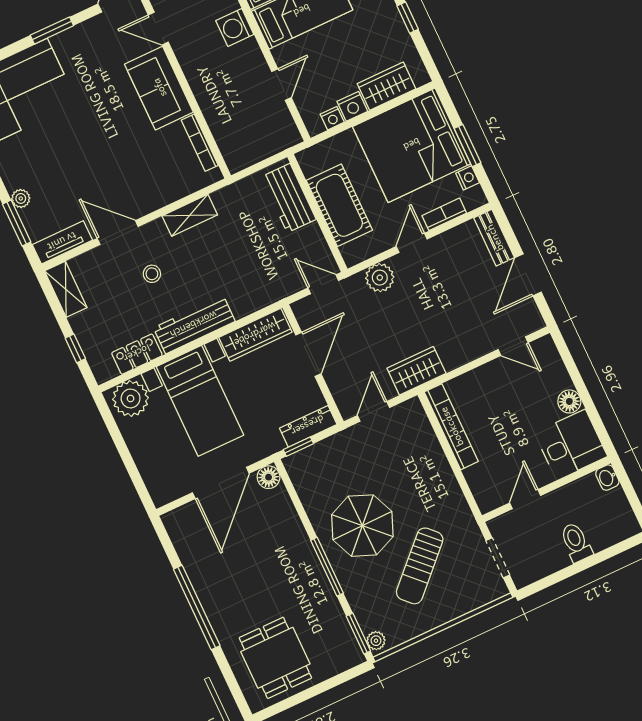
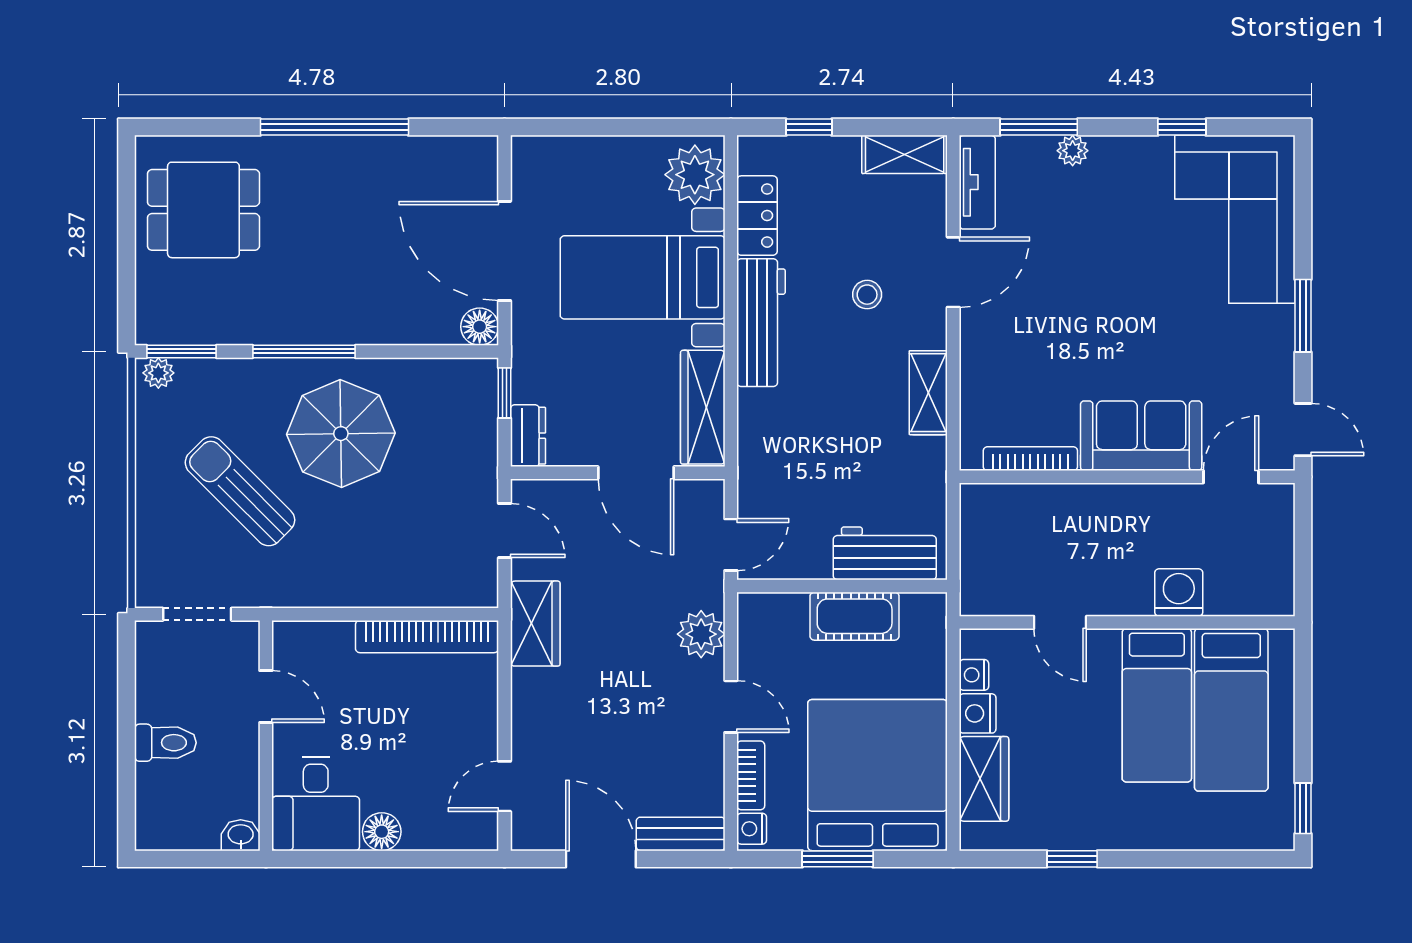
nightstand: (468, 178) -> (752, 829), moved, turned 90
cot: (339, 205) -> (855, 616), width x0.73, depth x0.75
dresser: (308, 426) -> (528, 436), width x0.70

